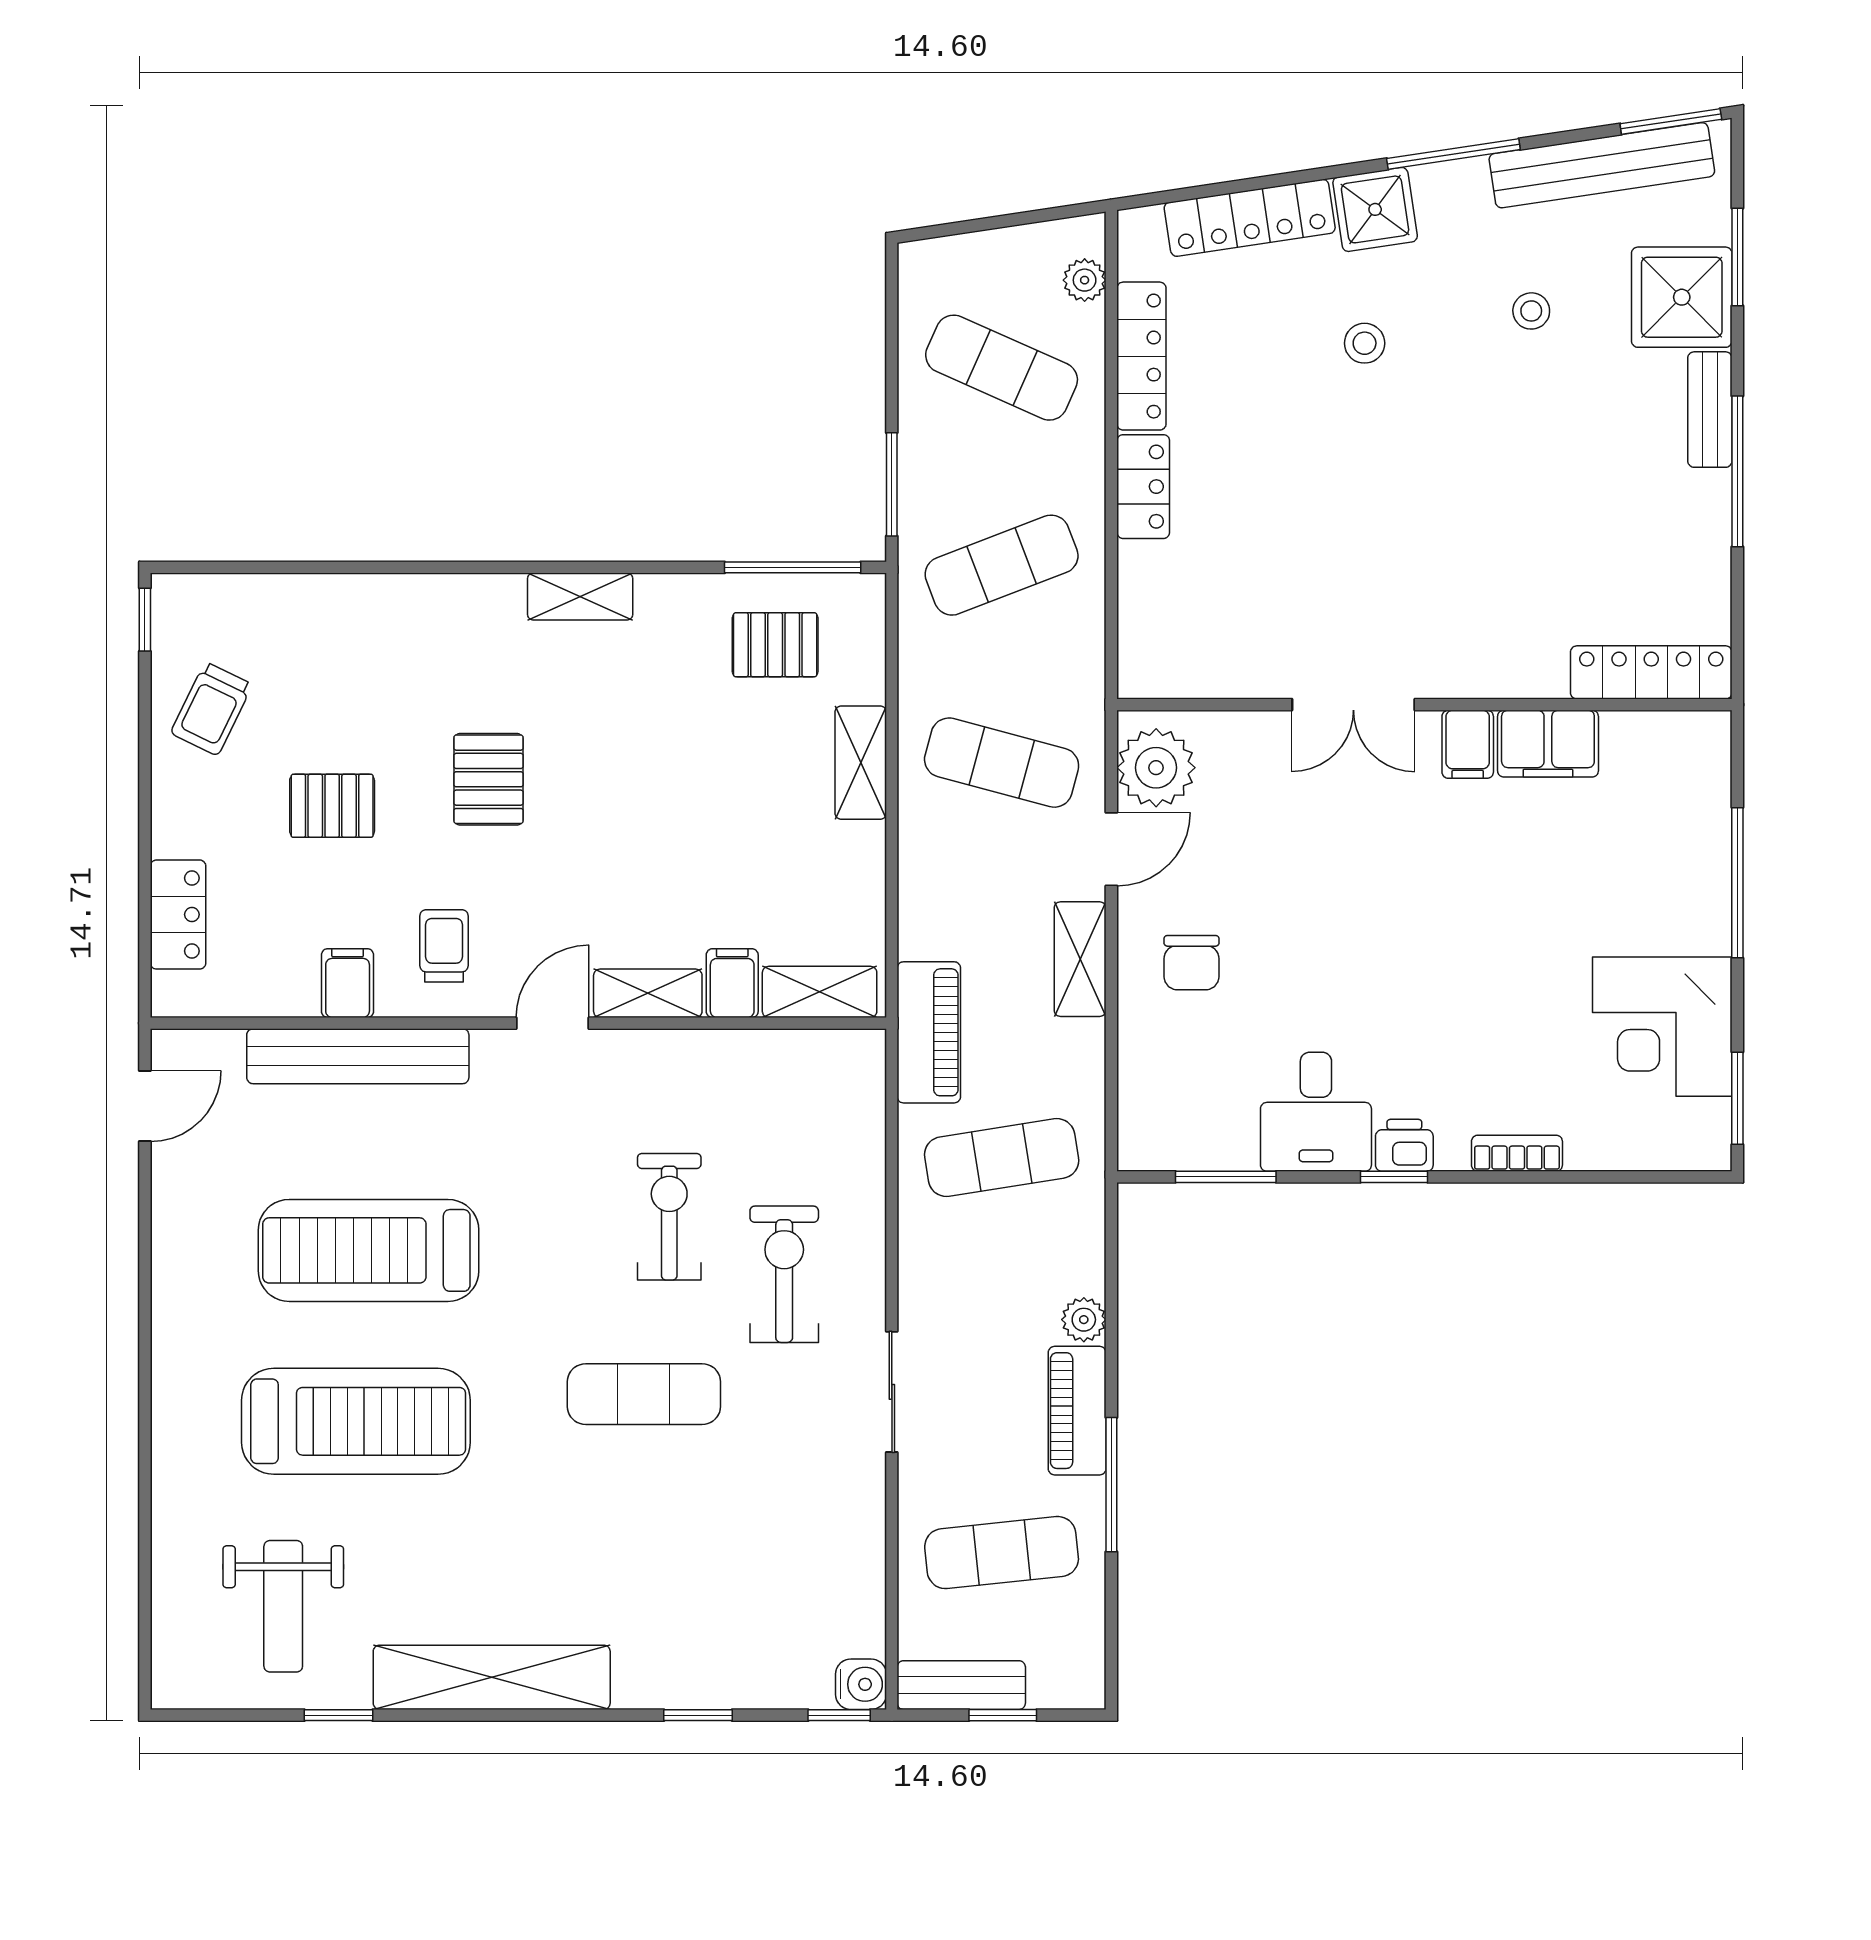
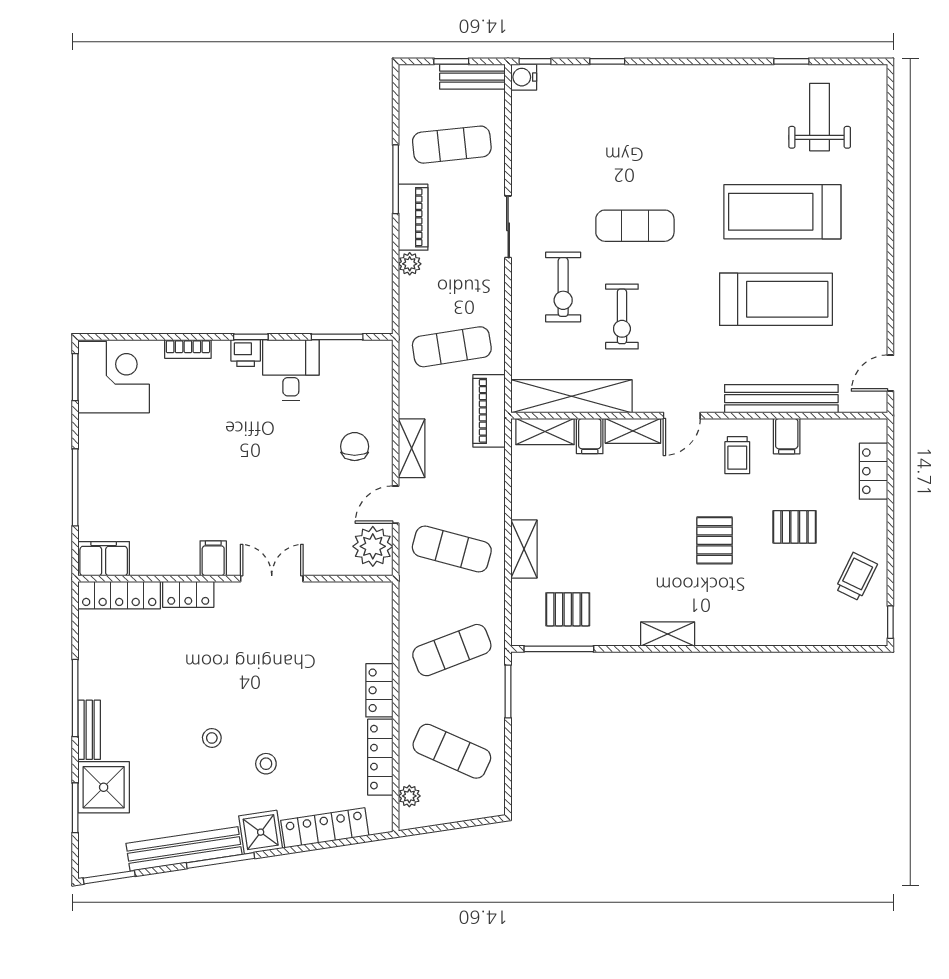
bench: (1602, 165) -> (184, 849), moved
stool: (1531, 311) -> (212, 738), moved
locker: (1516, 674) -> (188, 594), added
filing cabinet: (1548, 744) -> (104, 559), moved
corner desk: (1662, 1027) -> (114, 377), moved
shelving: (492, 1677) -> (571, 396), moved

